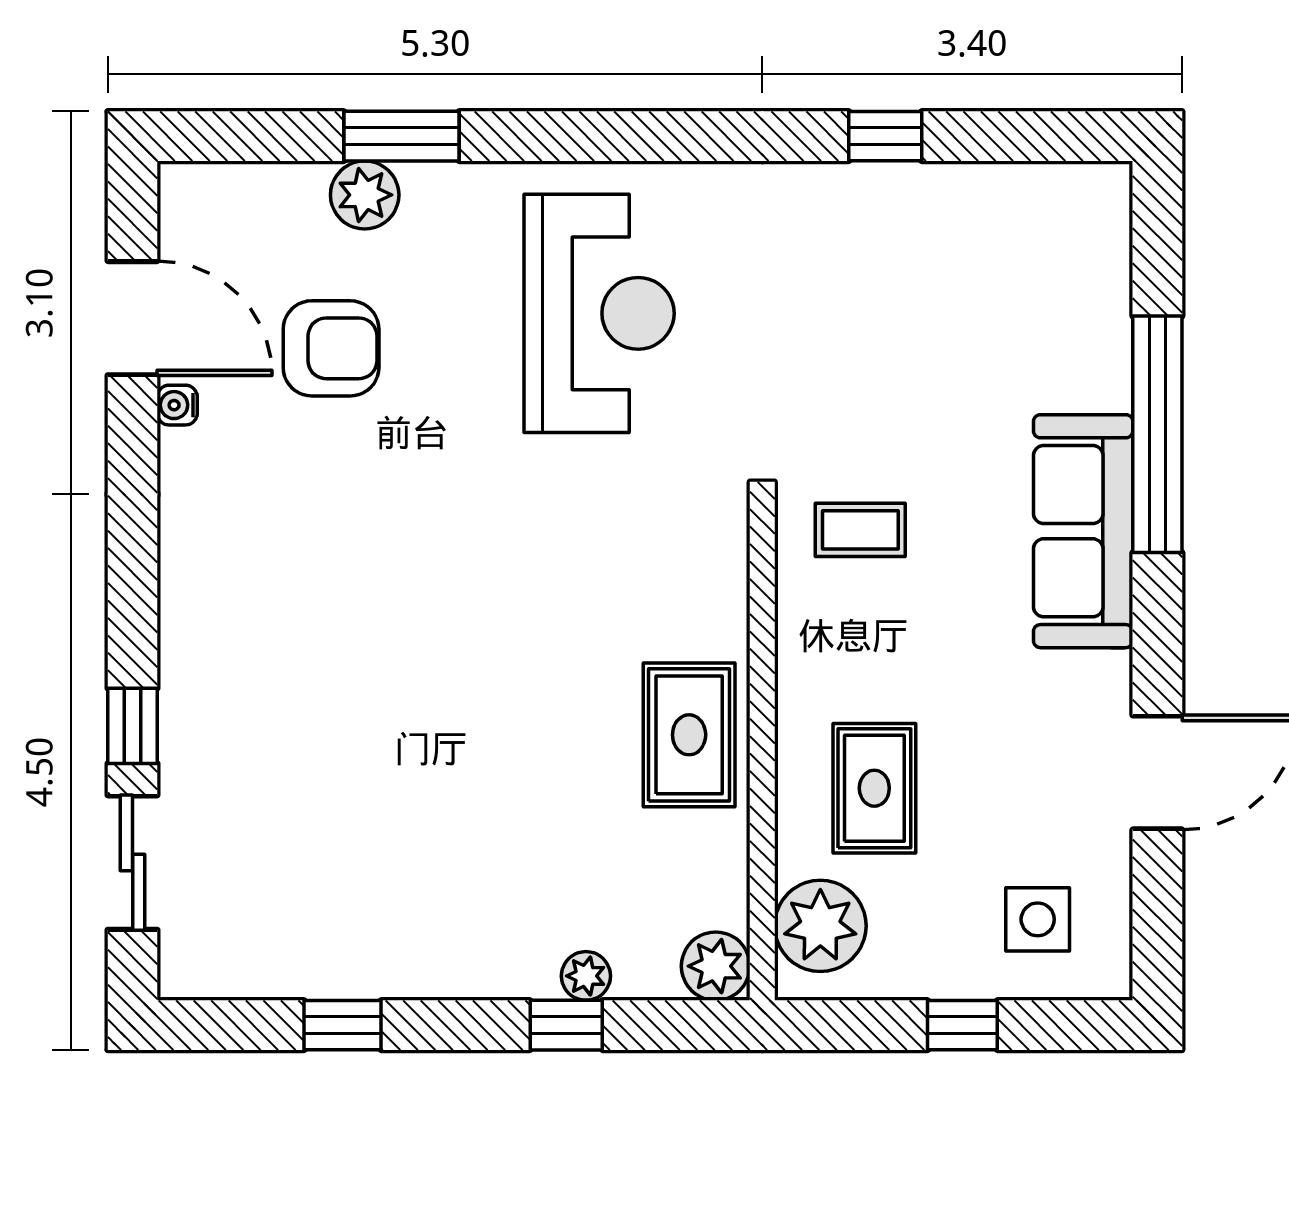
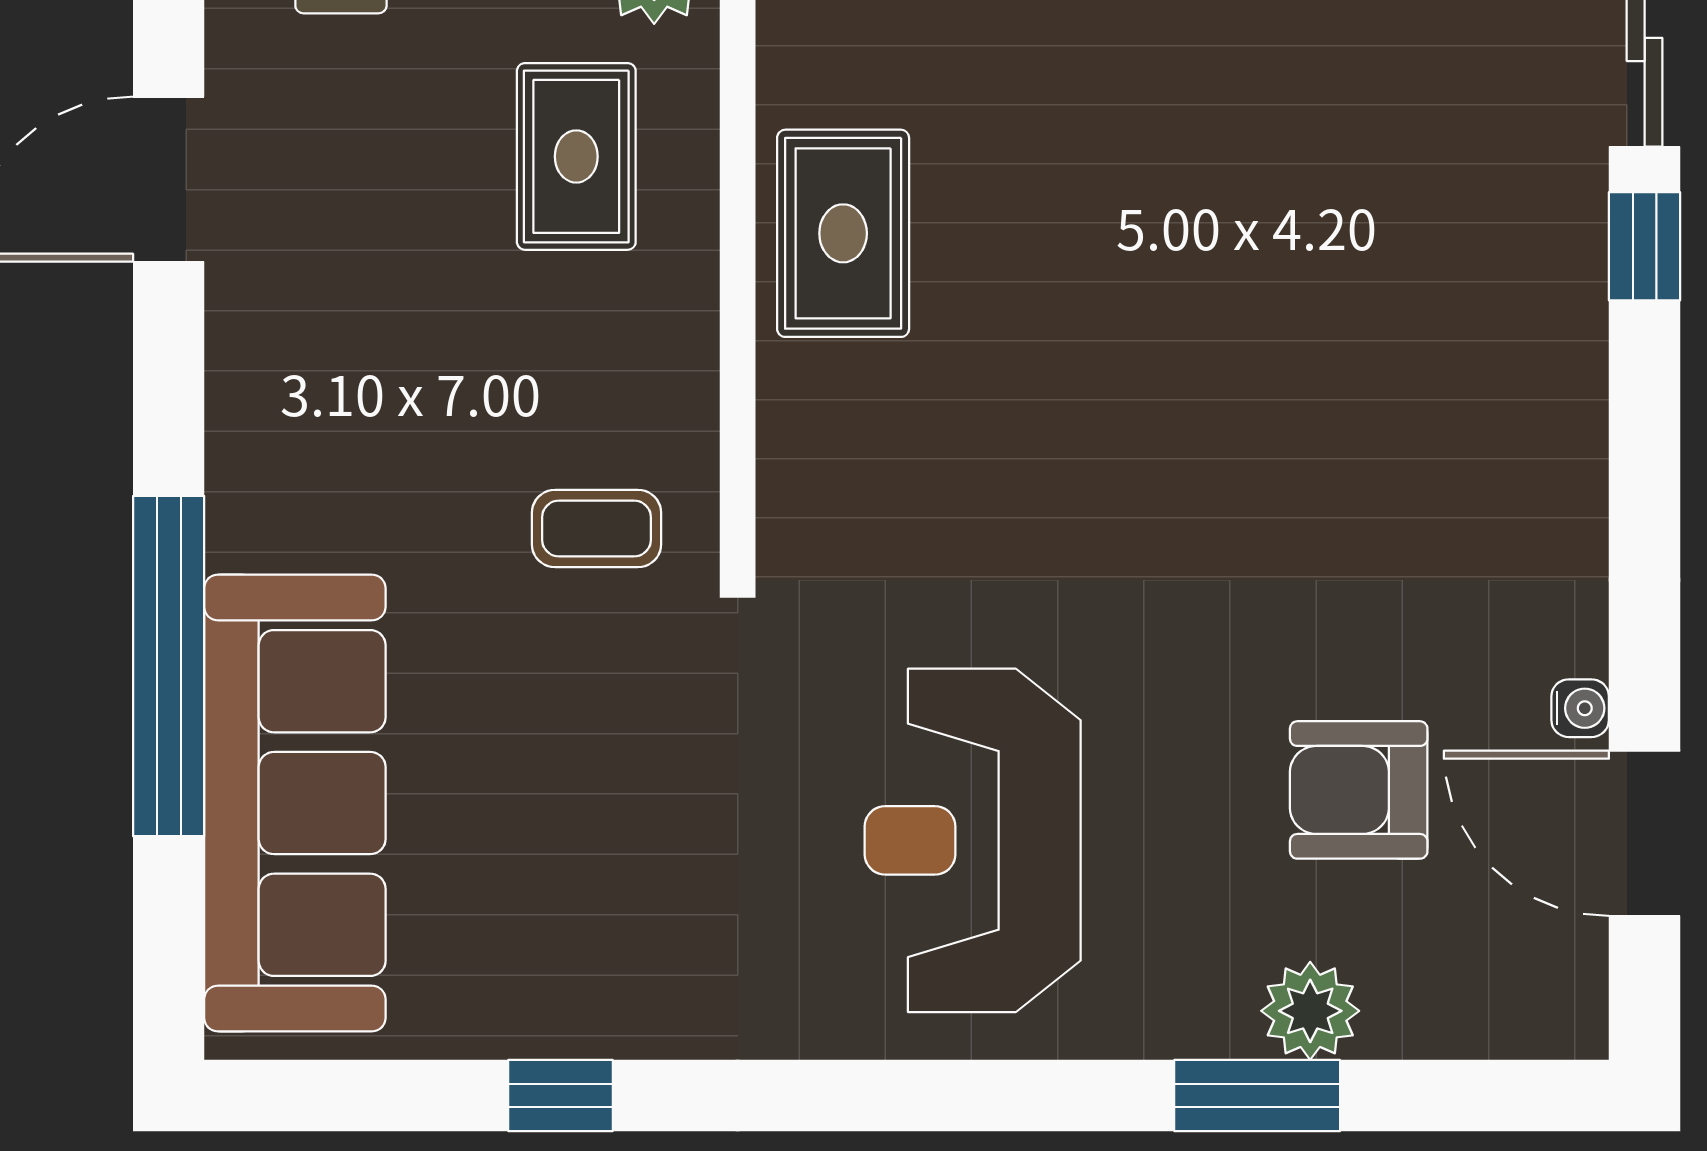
sofa: (1083, 531) -> (295, 803), moved, width x1.36, depth x1.27

